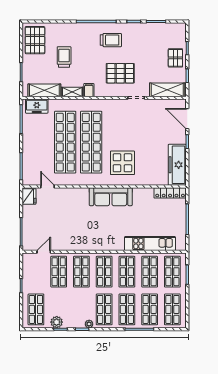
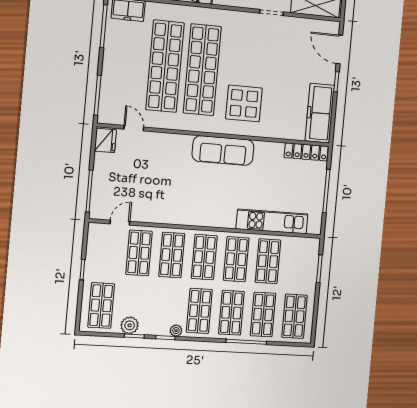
shop shelf: (172, 272) -> (299, 263), removed

